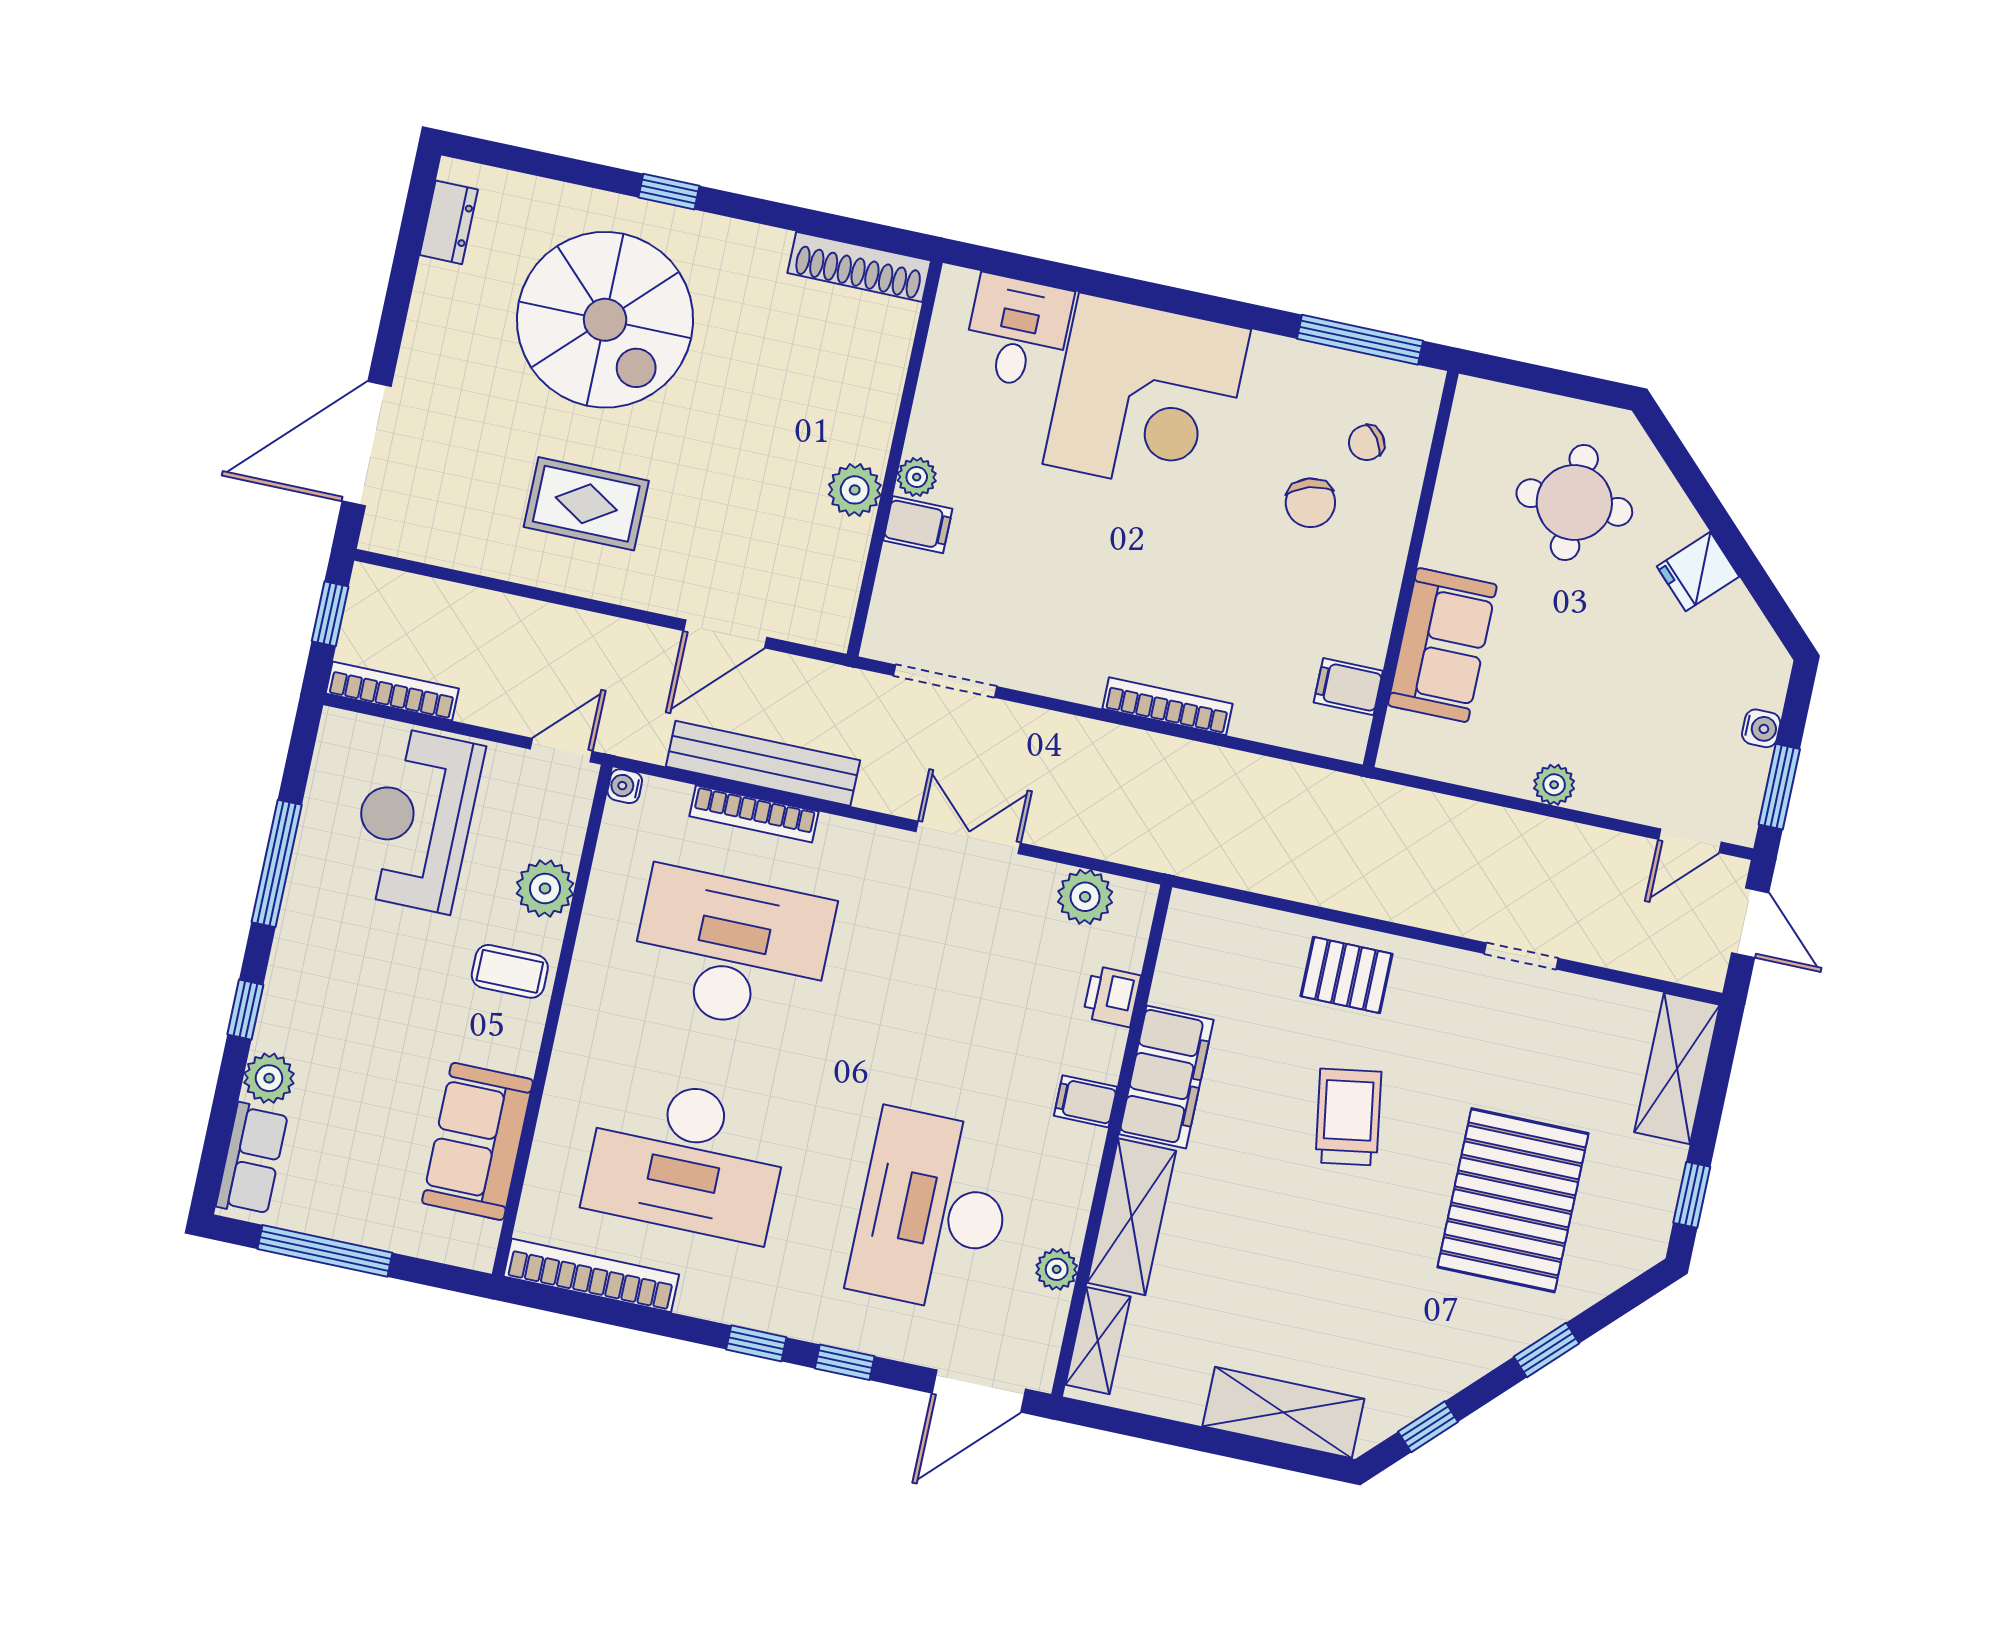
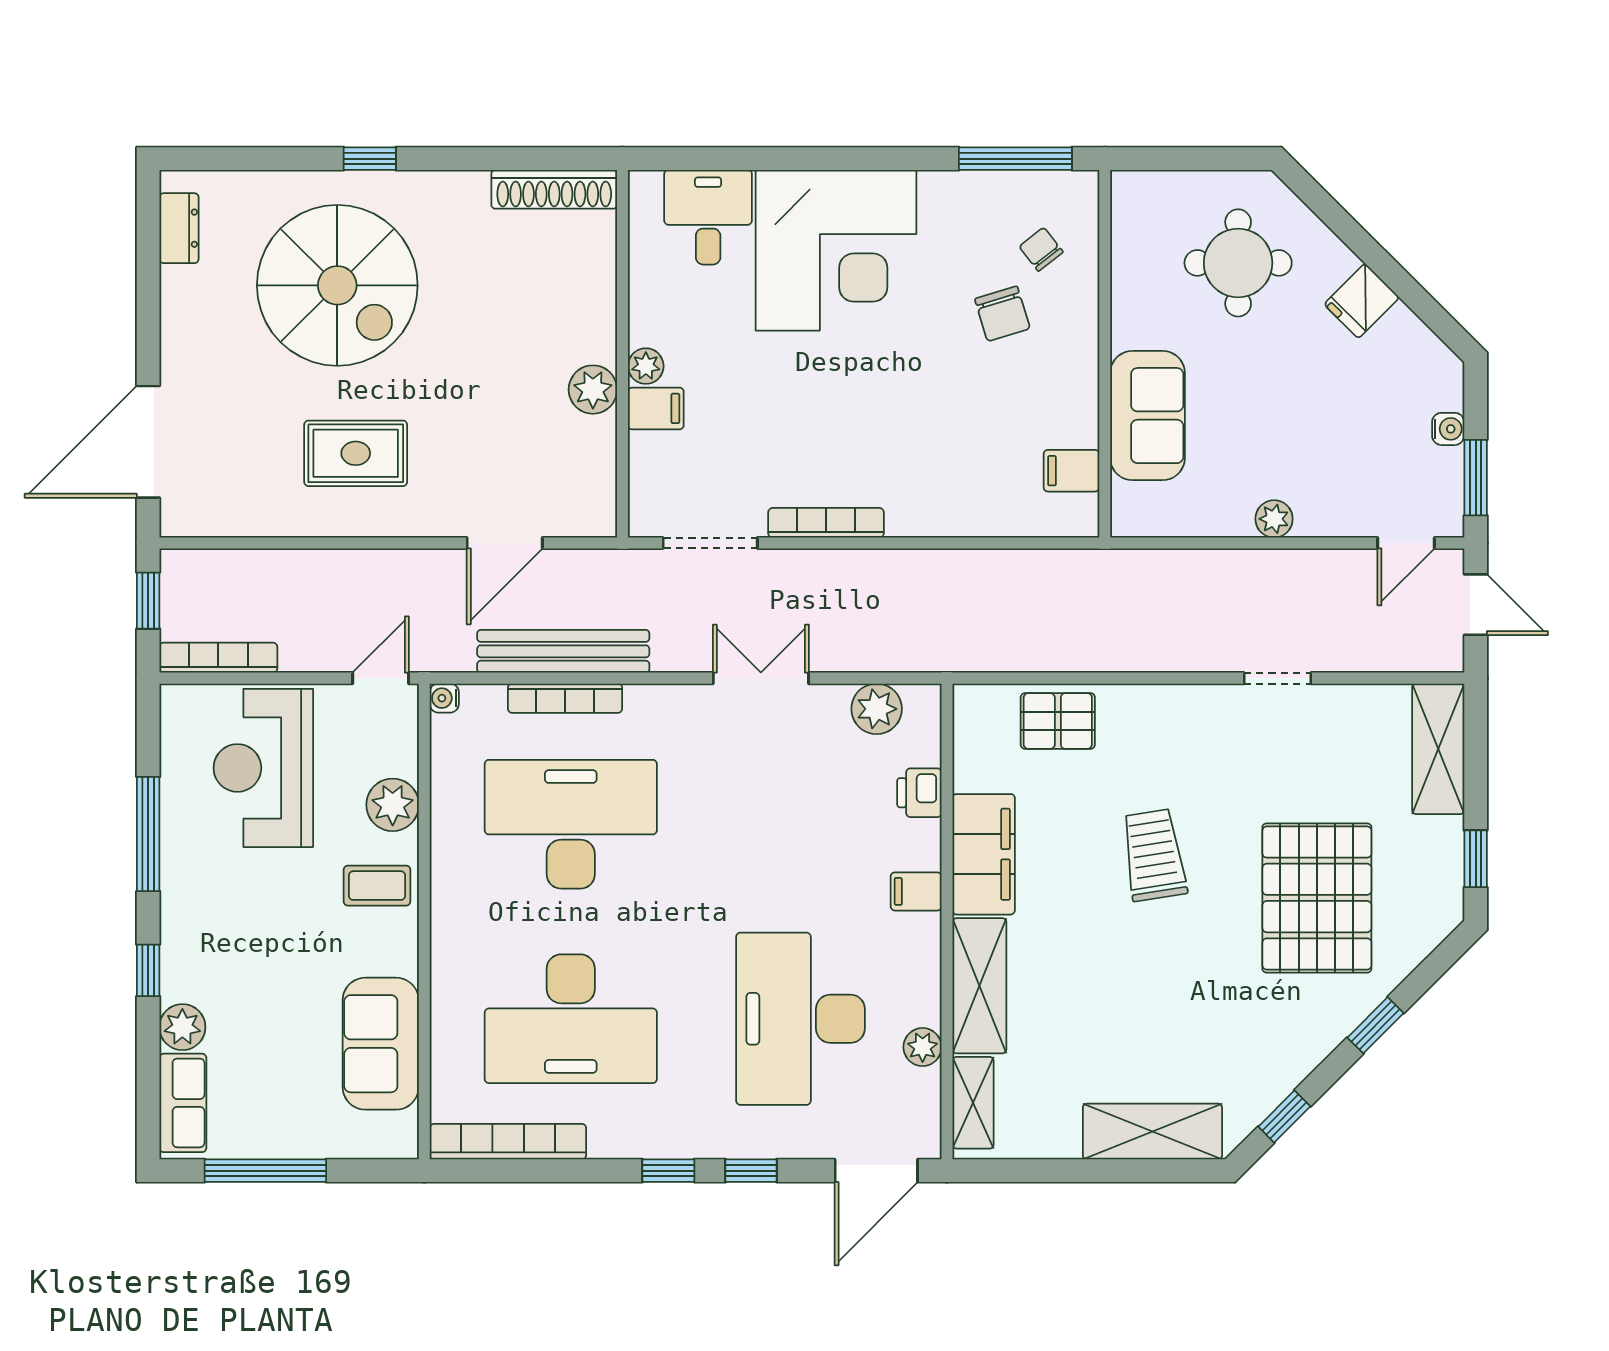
chair: (1367, 443) -> (1041, 249), turned 87
bookcase: (1168, 706) -> (826, 523), moved
pallet: (1347, 975) -> (1058, 721), moved

